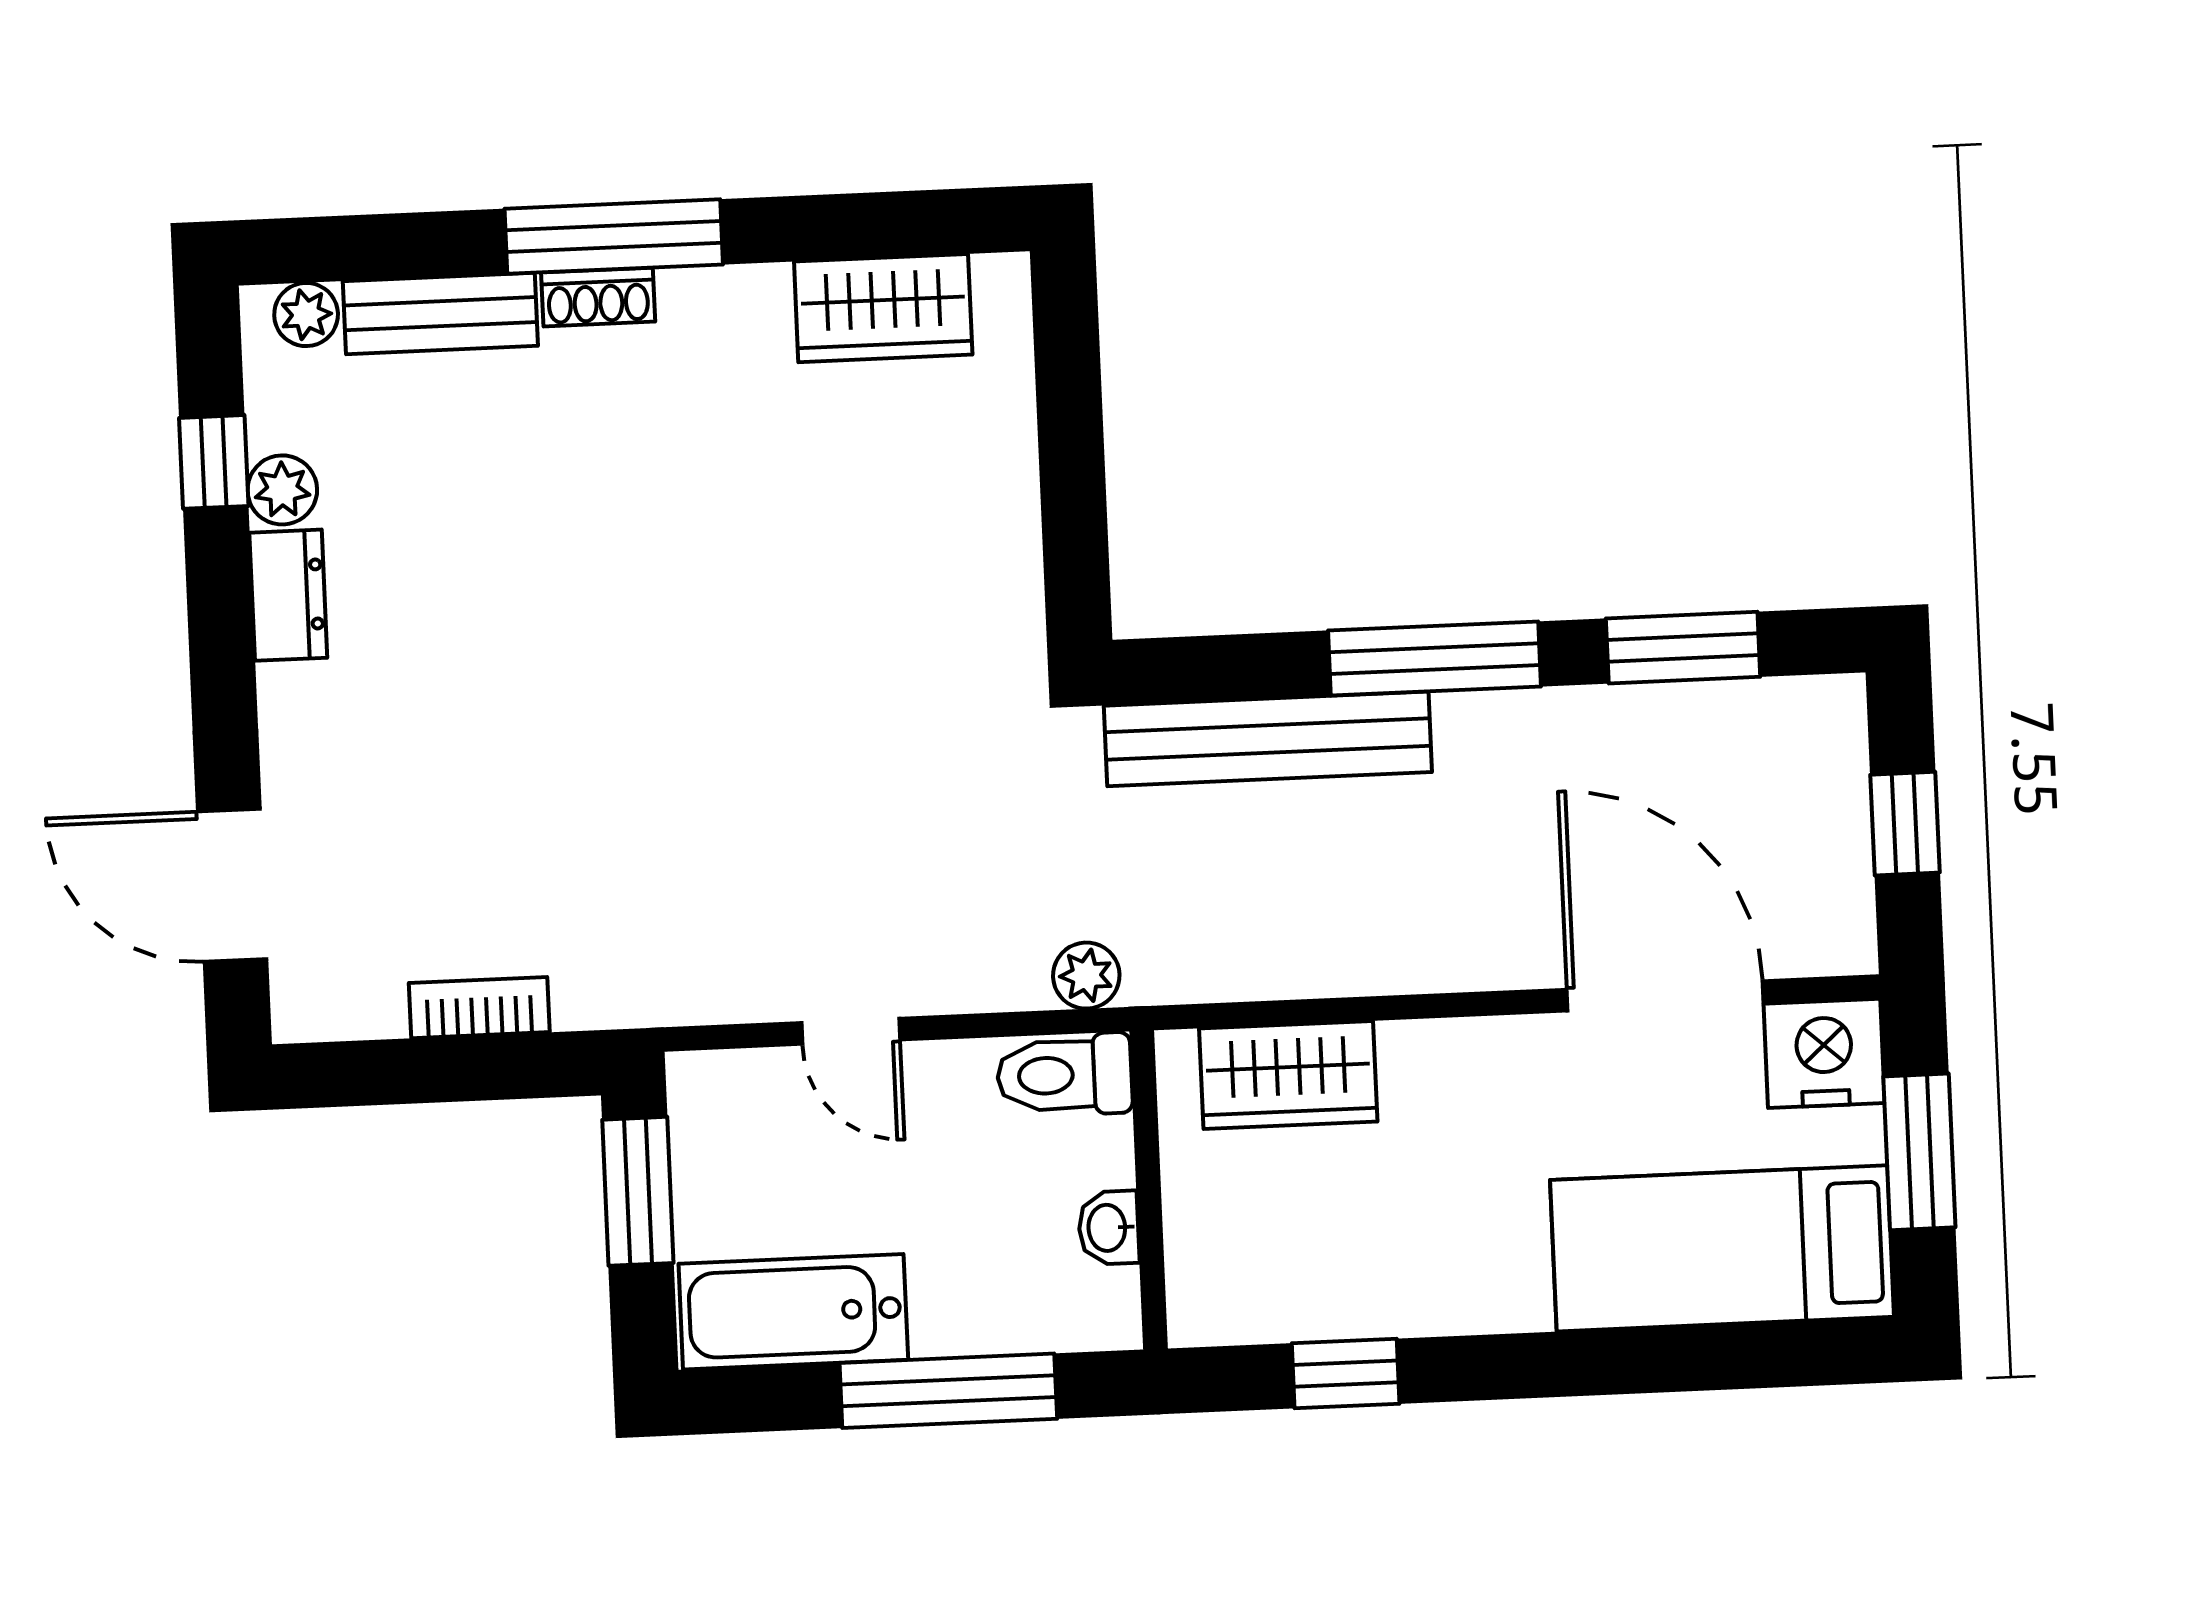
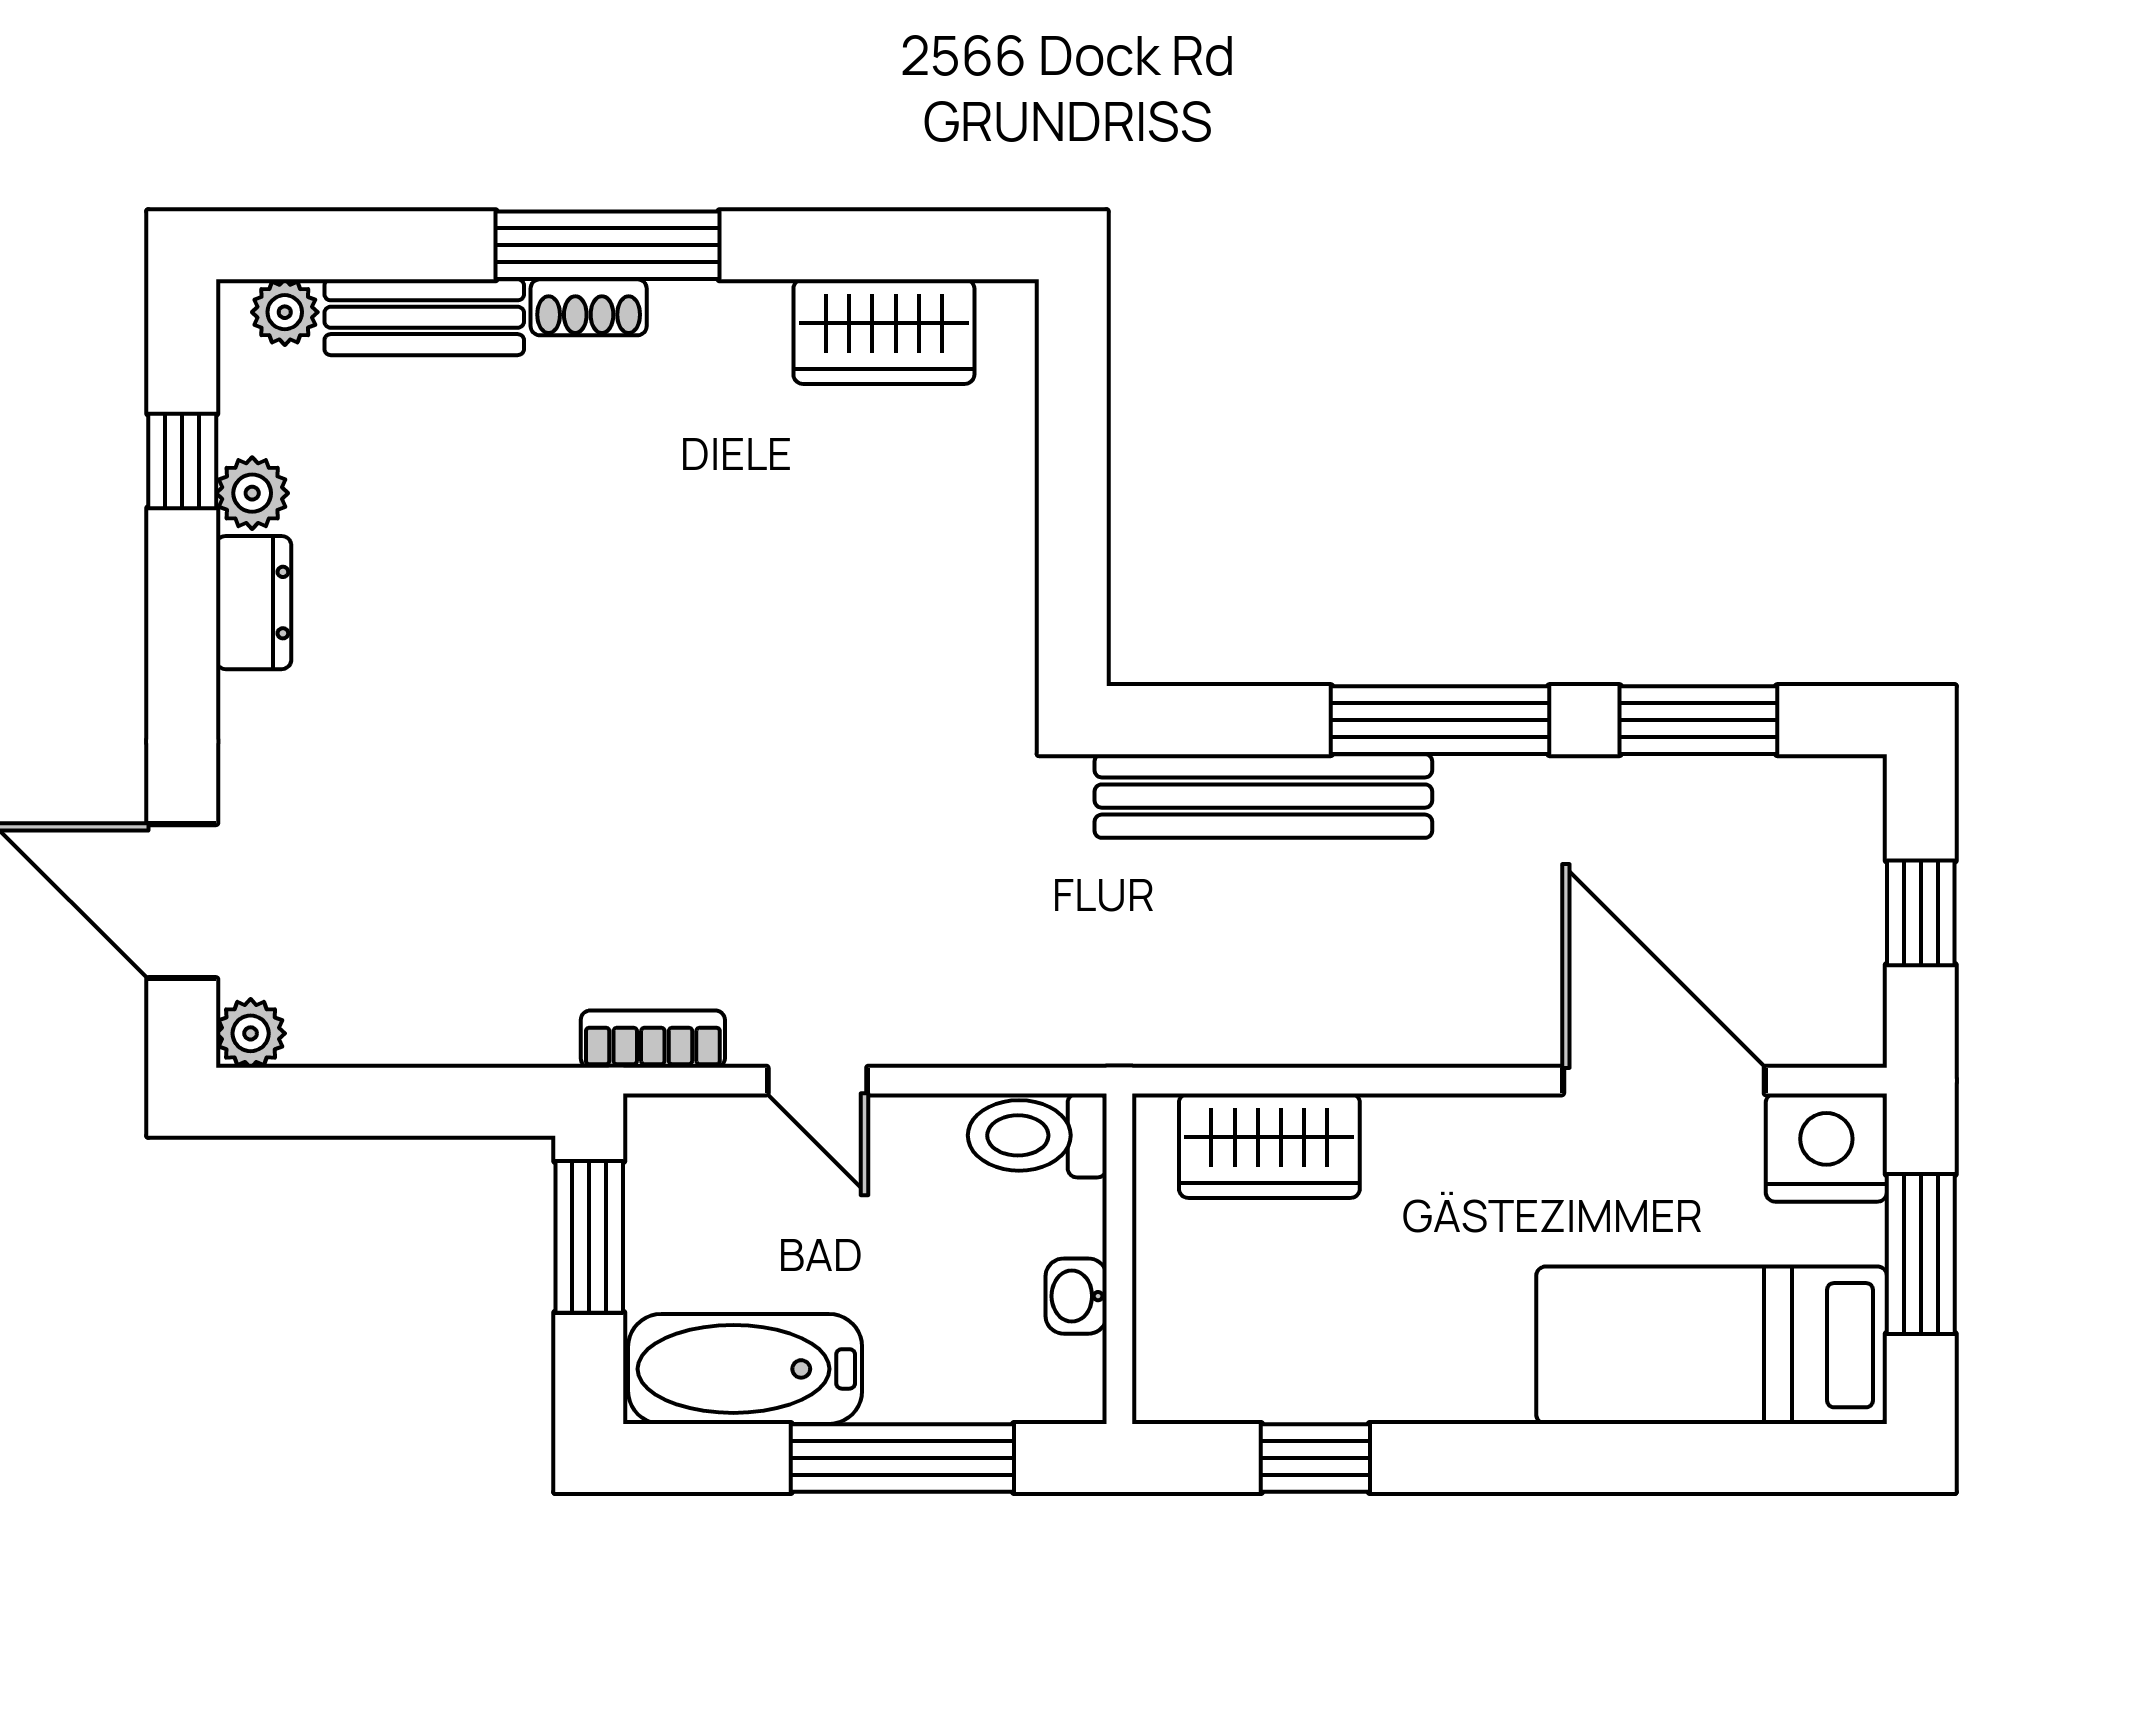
plant: (1086, 976) -> (251, 1033), moved
bookcase: (479, 1008) -> (653, 1039), moved

